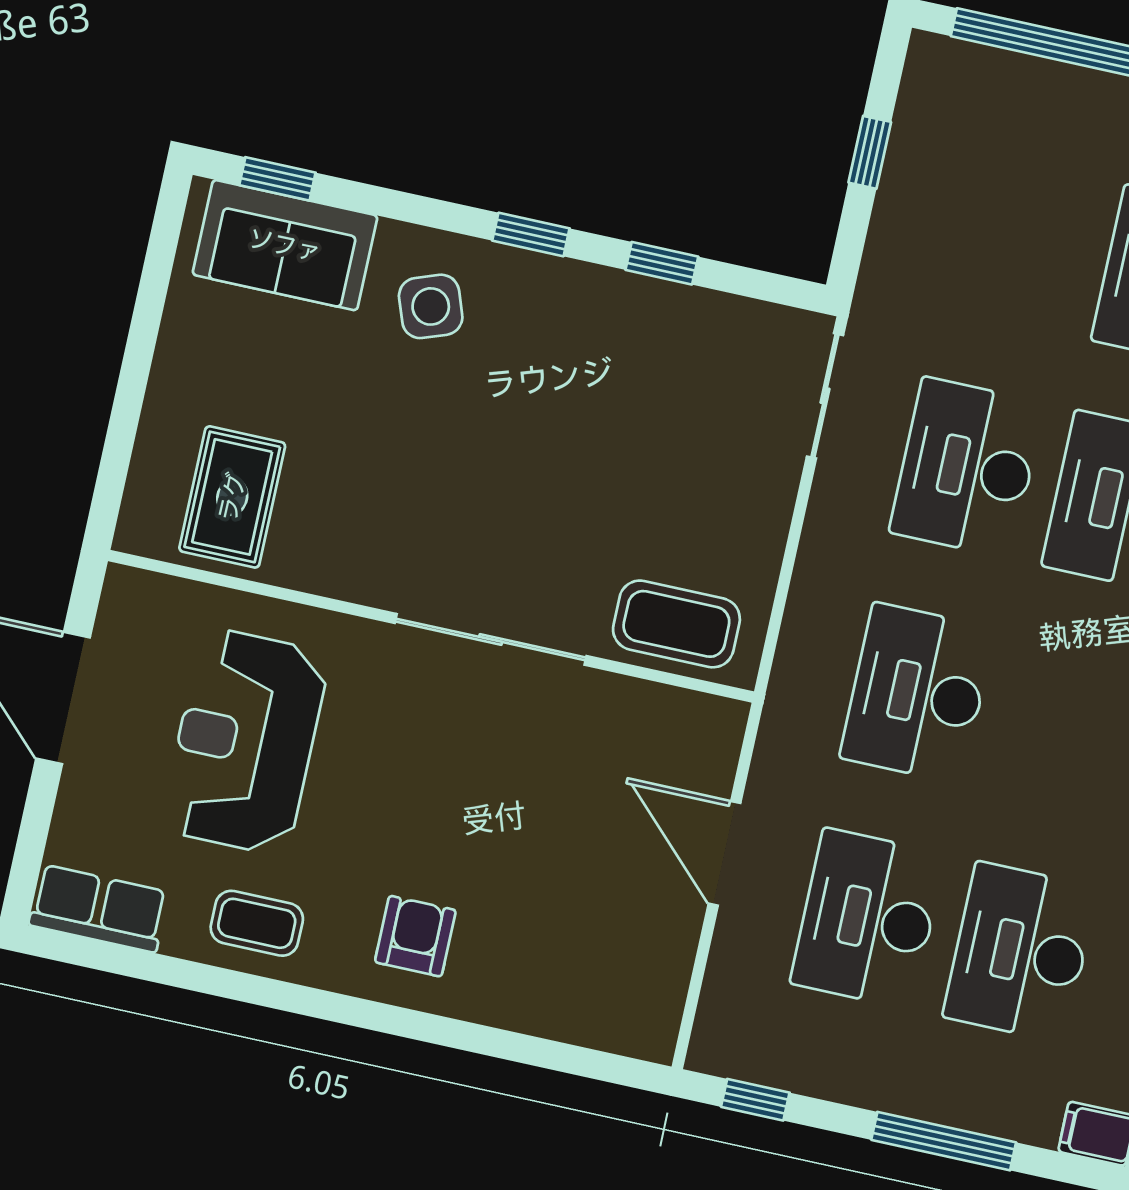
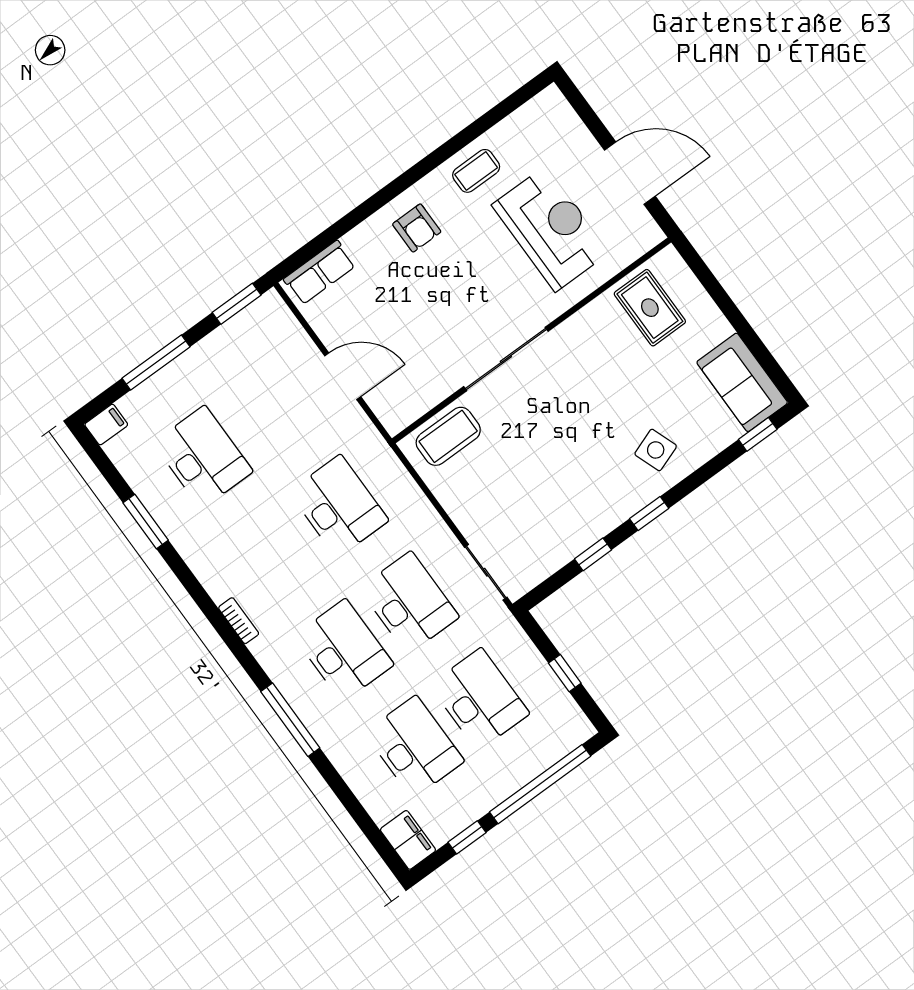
sofa: (285, 245) -> (742, 382), moved, turned -90
row of seats: (99, 909) -> (320, 273), moved
desk: (868, 919) -> (480, 699), moved
window: (755, 1100) -> (237, 304), width x1.50

